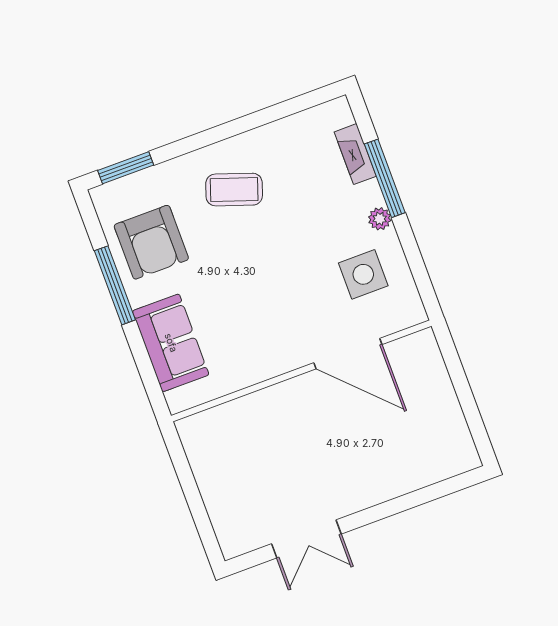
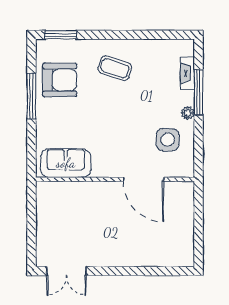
armchair: (151, 242) -> (60, 80), turned -90
sofa: (171, 343) -> (66, 163), moved, turned -90
double door: (306, 539) -> (66, 271), moved

